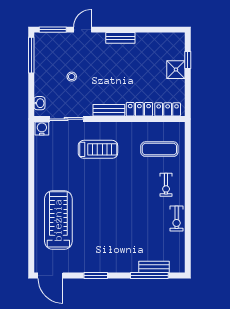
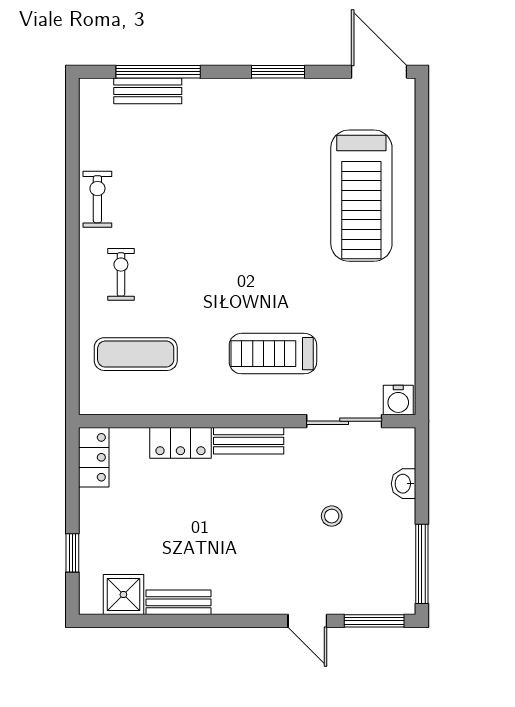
door: (83, 30) -> (307, 621), hinge flipped
bench: (120, 38) -> (178, 602), moved
shower: (176, 70) -> (123, 595), moved
washbasin: (39, 103) -> (404, 484), moved
locker: (168, 109) -> (94, 457), moved, turned -90

